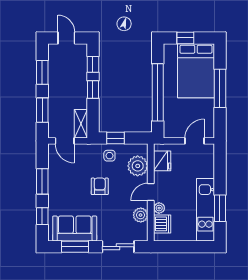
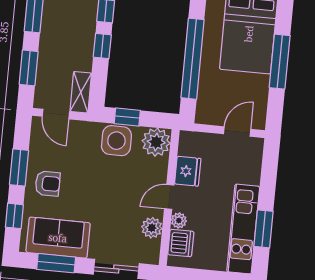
side table: (109, 156) -> (116, 141), width x1.87, depth x1.87
fridge: (162, 161) -> (188, 171), moved
plant: (138, 166) -> (156, 142), moved
armchair: (100, 186) -> (48, 183), moved, turned 90

